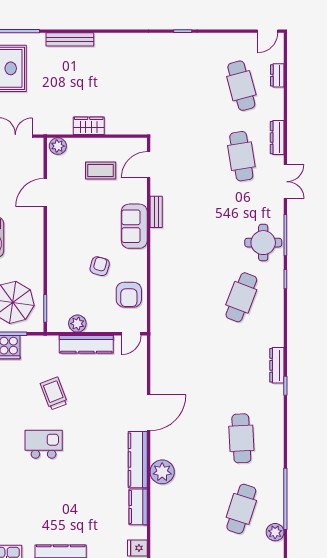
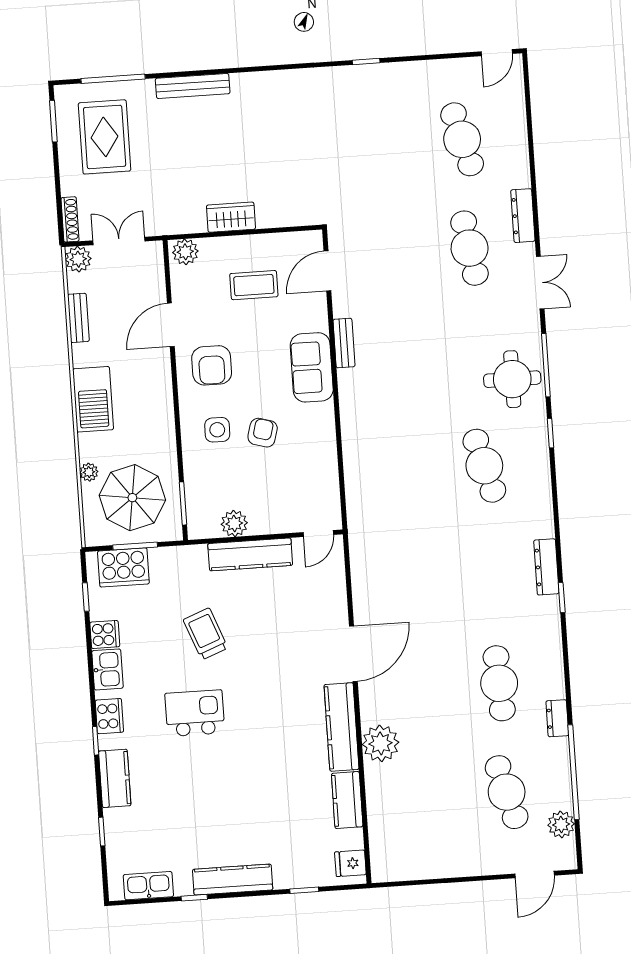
dresser: (277, 75) -> (557, 718), moved
side table: (71, 262) -> (217, 430), added
armchair: (129, 295) -> (212, 365), moved
cafe table: (241, 297) -> (484, 466), turned -36
cafe table: (241, 509) -> (507, 792), turned -33

